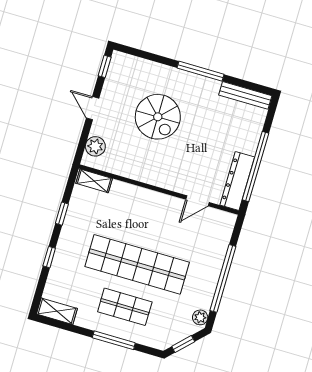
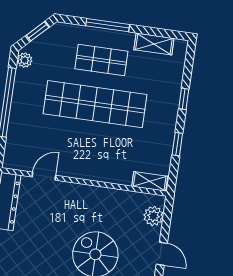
shelving: (57, 311) -> (154, 44), moved

